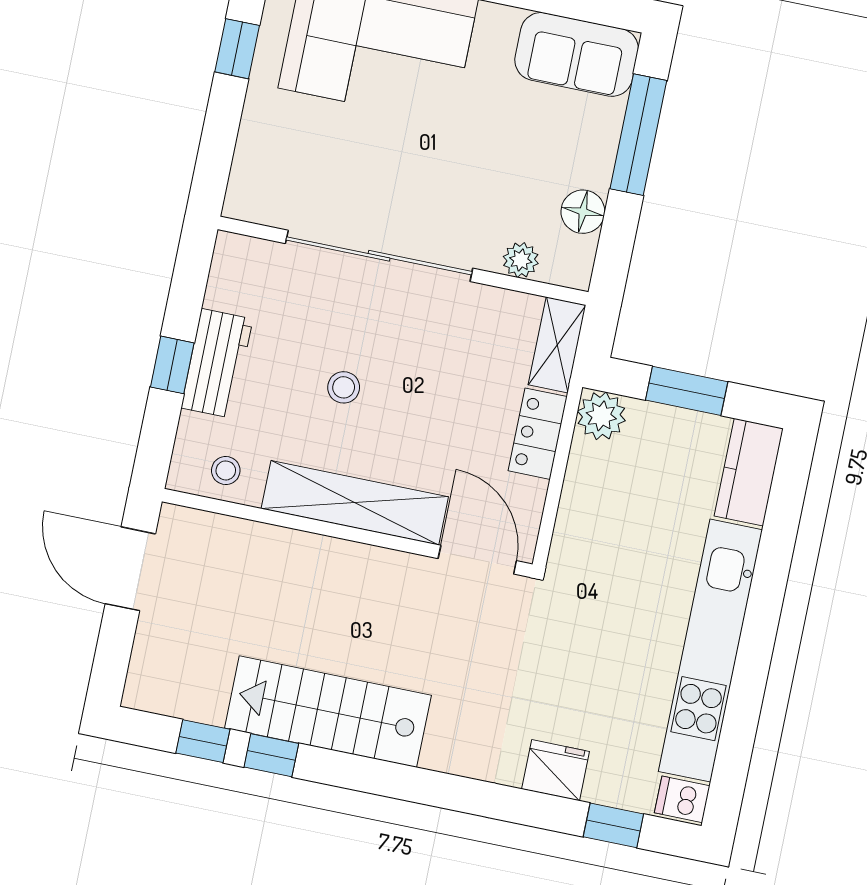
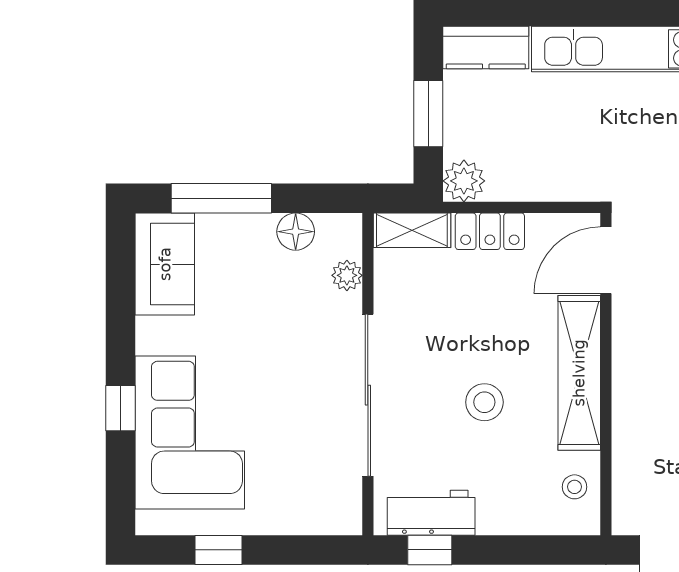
workbench: (217, 363) -> (431, 513), moved
window: (172, 365) -> (430, 550), moved
stool: (344, 387) -> (484, 402), width x1.37, depth x1.37

